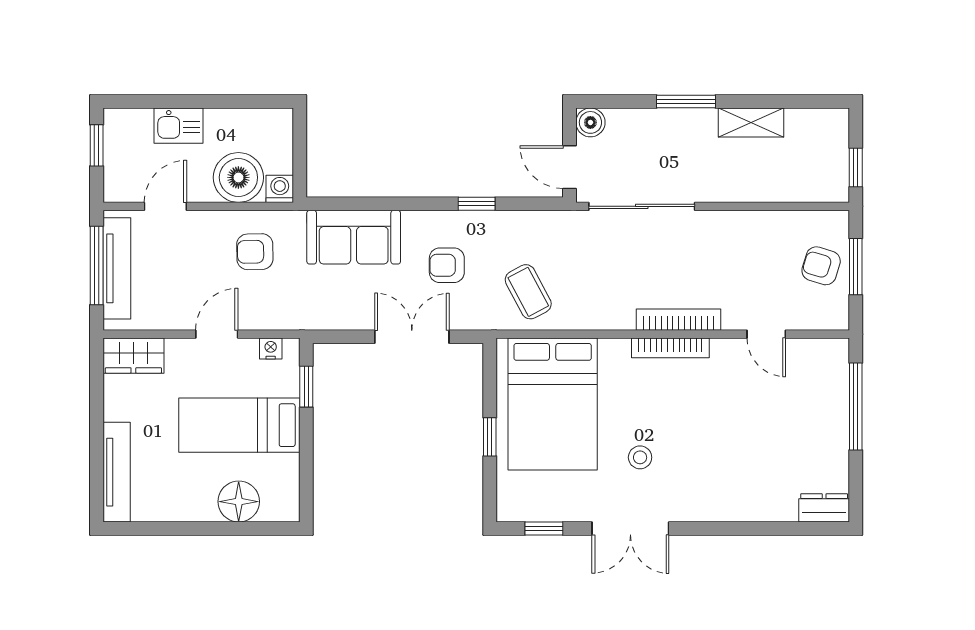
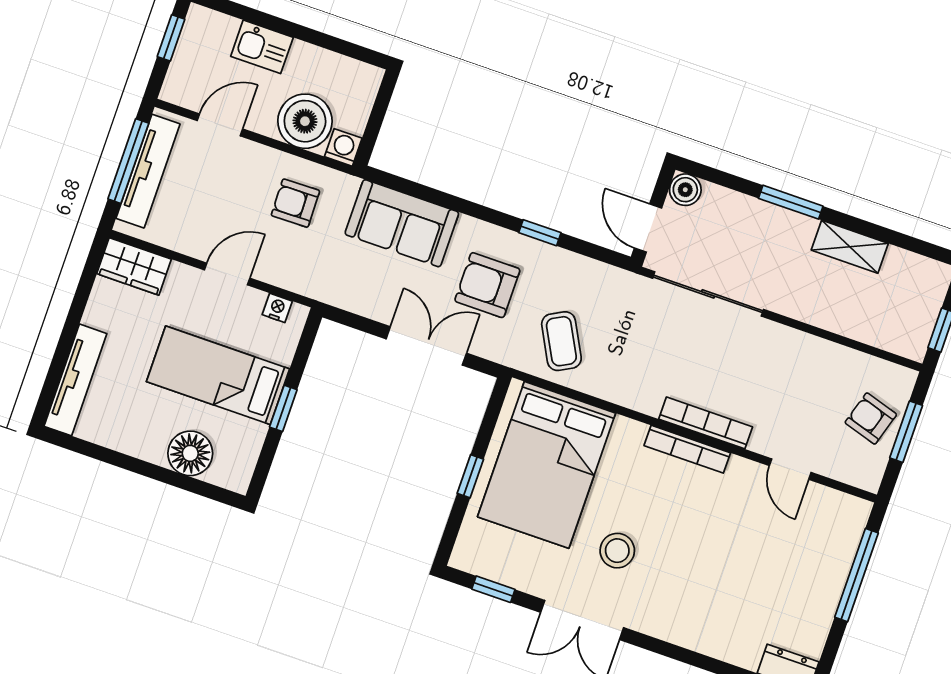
armchair: (447, 265) -> (487, 285), width x1.38, depth x1.38
window: (306, 387) -> (283, 408), moved
stool: (640, 457) -> (617, 551), width x1.37, depth x1.37

